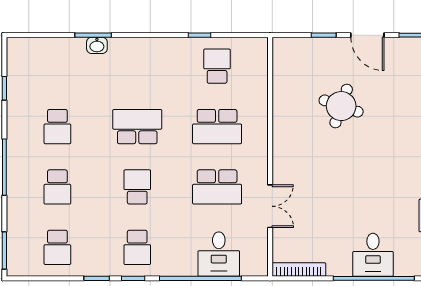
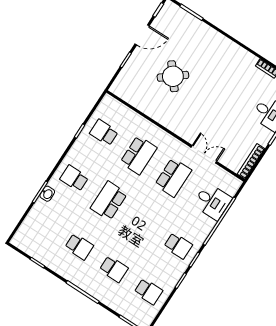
round table: (341, 106) -> (173, 76), turned 32
school desk: (137, 187) -> (74, 178), moved

